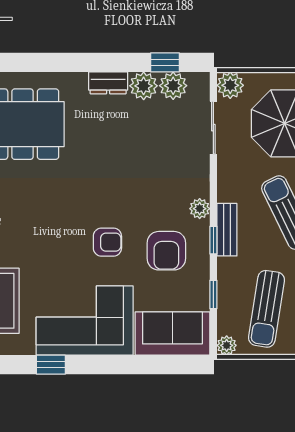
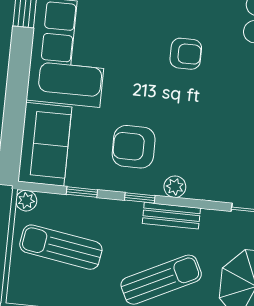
bench: (227, 230) -> (171, 216), moved
armchair: (107, 242) -> (186, 54), moved, turned -90

